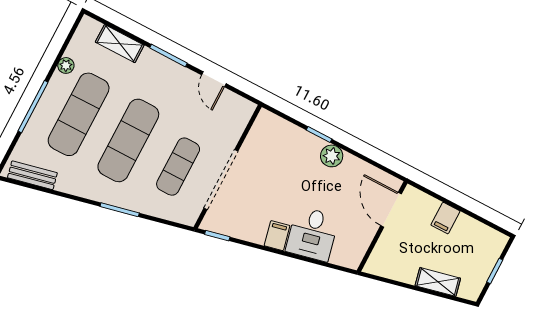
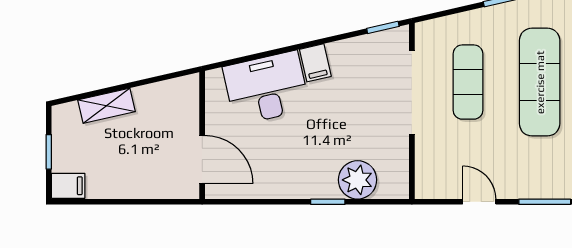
plant: (332, 156) -> (358, 180), moved, width x1.36, depth x1.36
filing cabinet: (445, 218) -> (68, 186), moved, turned 90
desk: (312, 234) -> (266, 88), width x1.37

